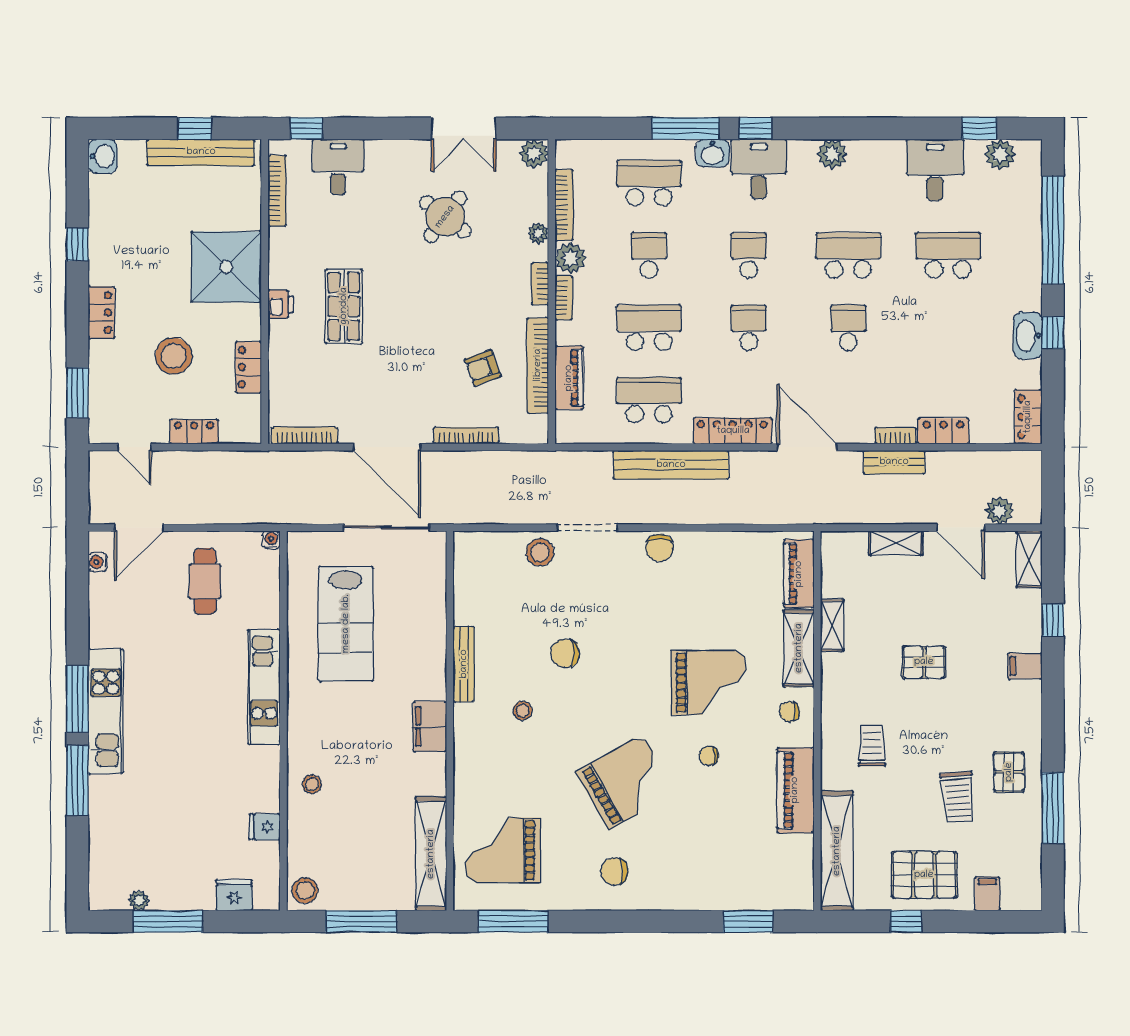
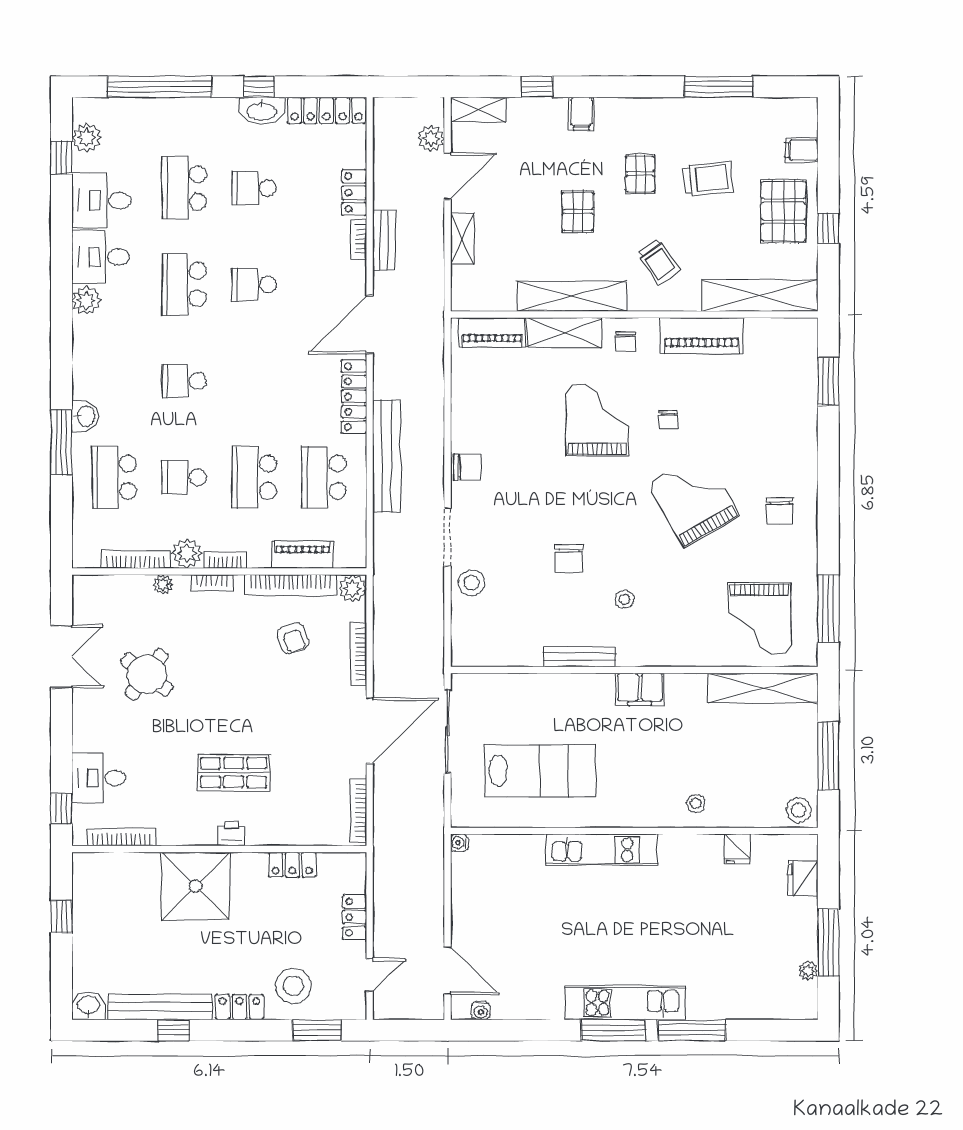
window: (755, 128) -> (61, 375), removed
bench: (201, 152) -> (160, 1007), moved, turned 90
plant: (534, 154) -> (353, 588), moved
desk: (759, 169) -> (101, 257), moved
school desk: (749, 328) -> (254, 188), moved
stool: (174, 356) -> (293, 986), moved
locker: (1028, 417) -> (326, 110), width x1.53
cafe table: (205, 581) -> (499, 907), removed
shelving: (832, 625) -> (572, 296), width x2.20, depth x1.33
trolley: (872, 746) -> (659, 262), turned -124
pallet: (1009, 772) -> (640, 174), moved, turned 90

